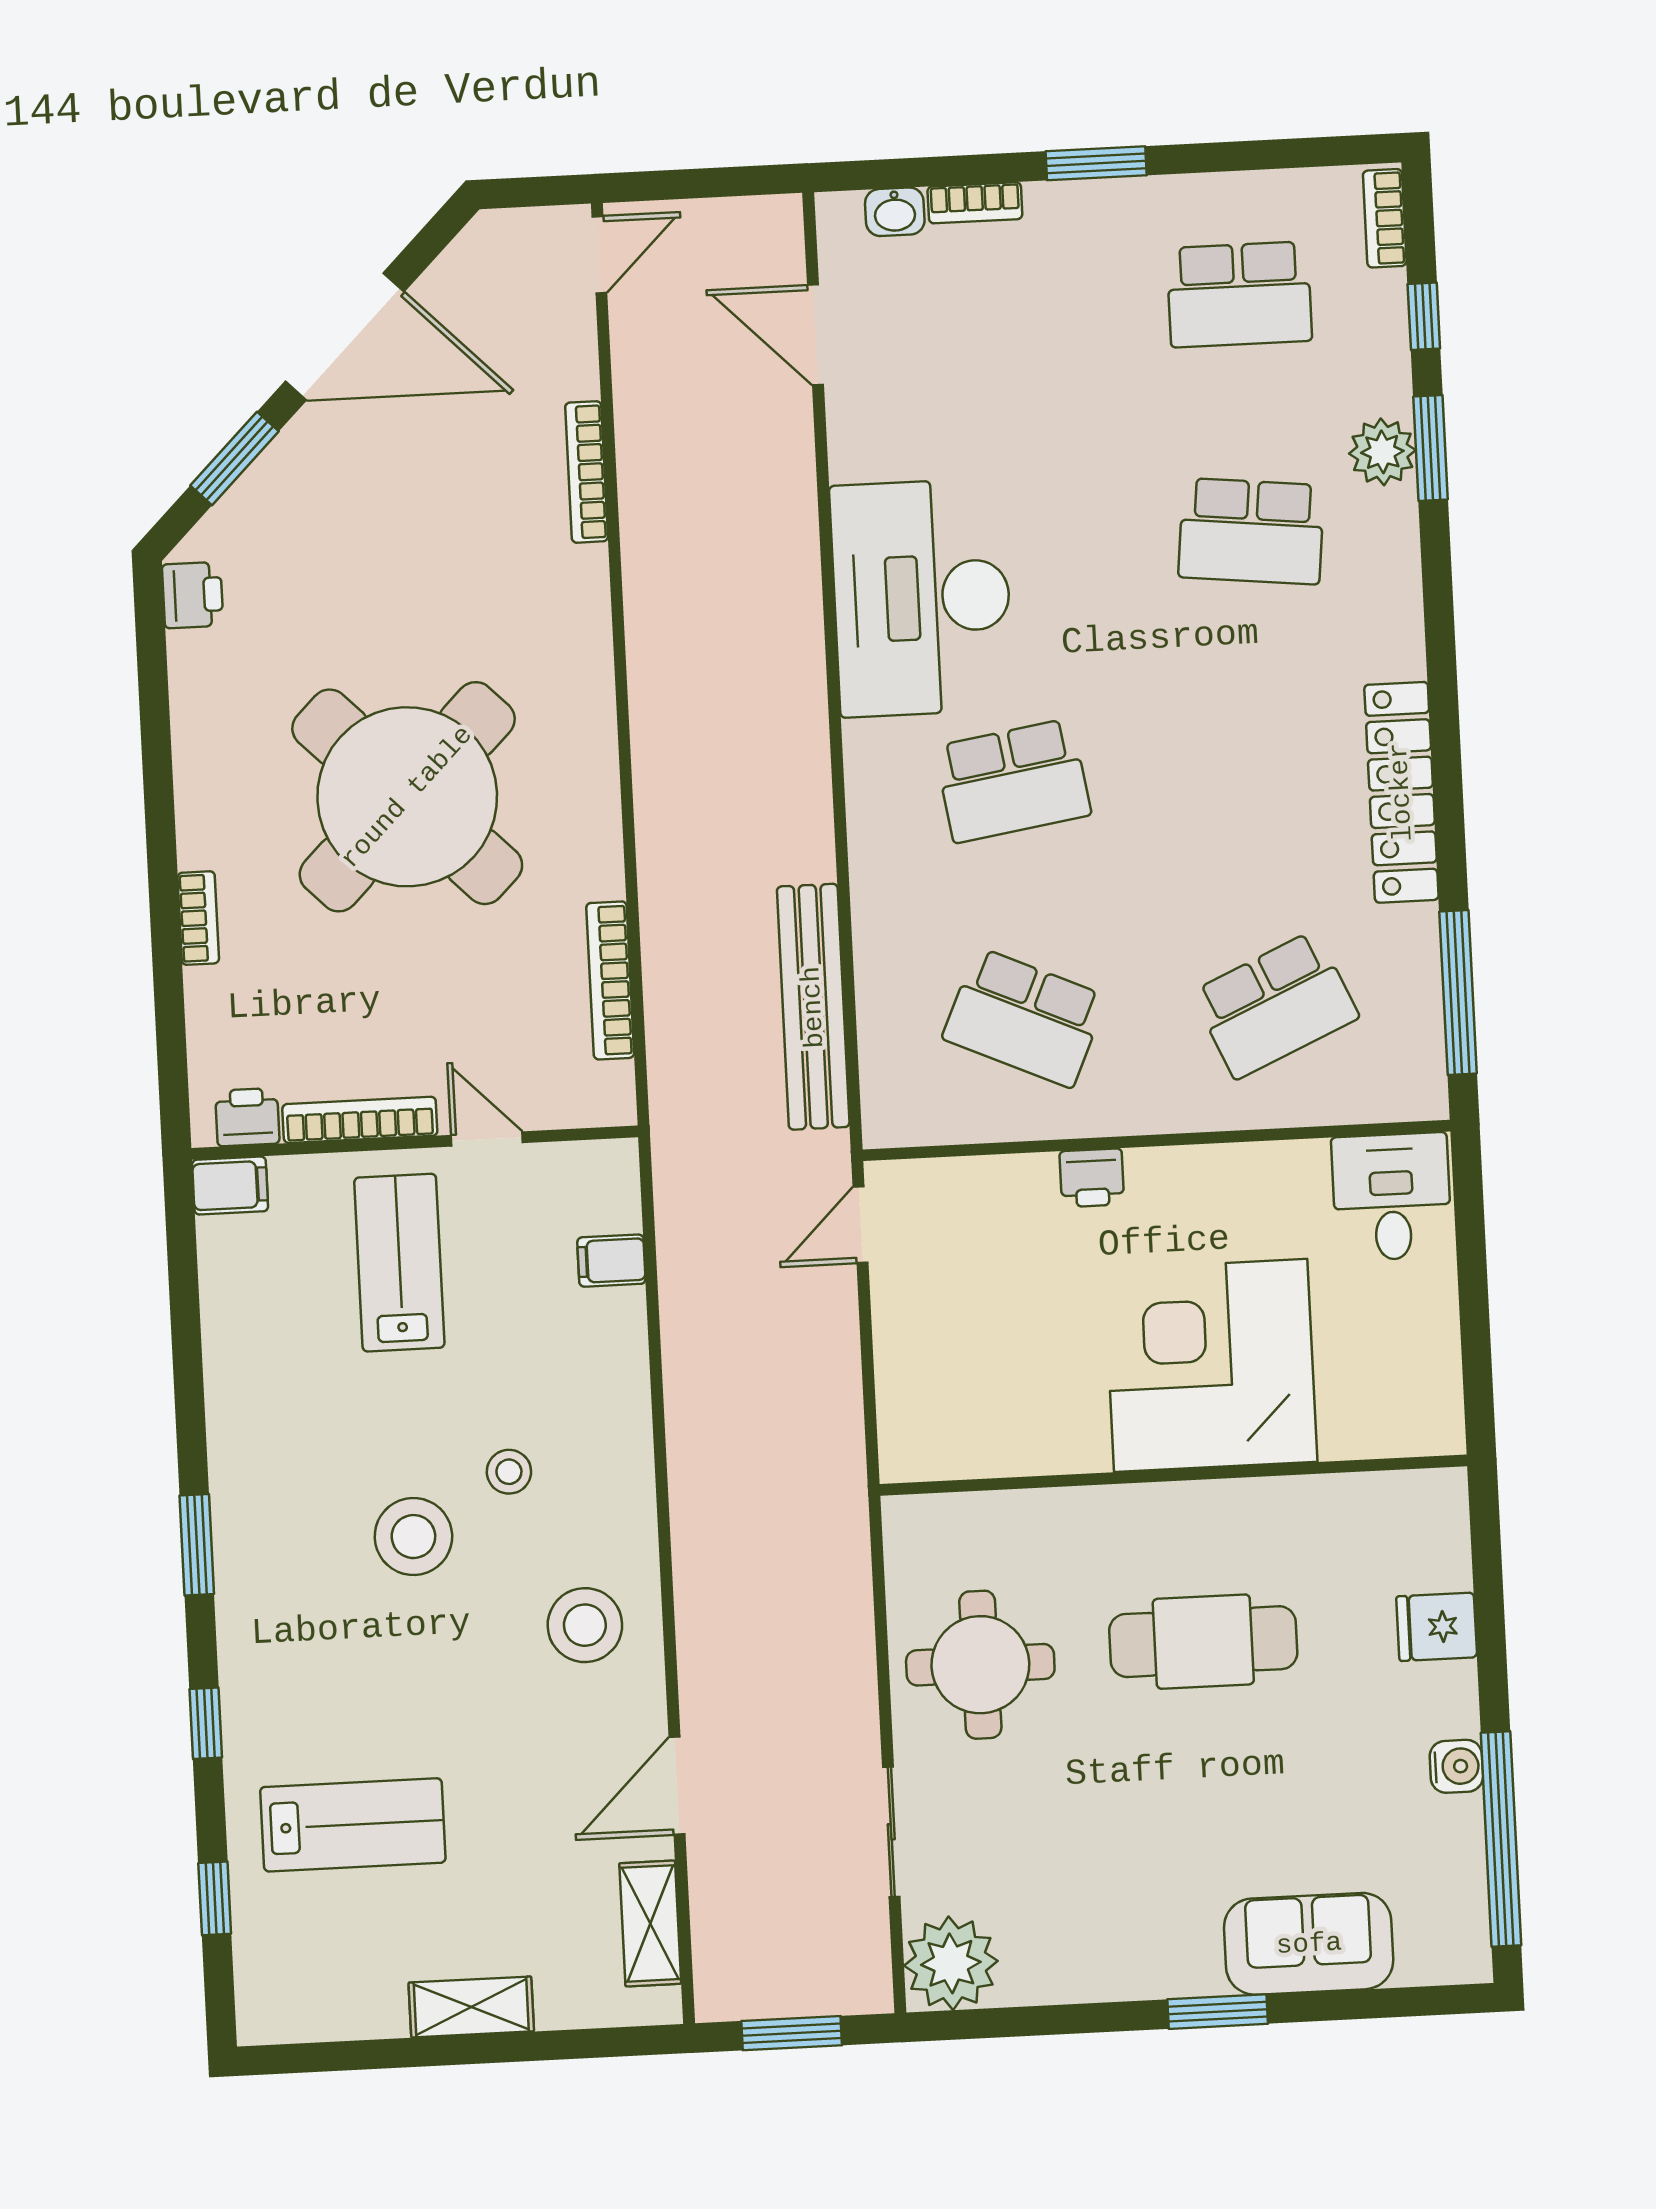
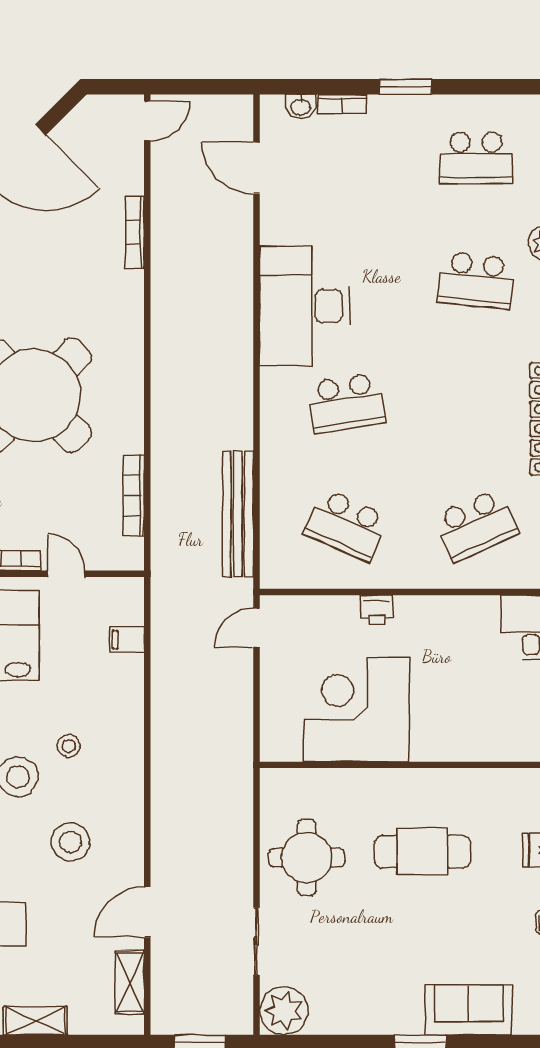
corner desk: (1211, 1365) -> (357, 709), moved
stool: (585, 1625) -> (70, 842), moved

